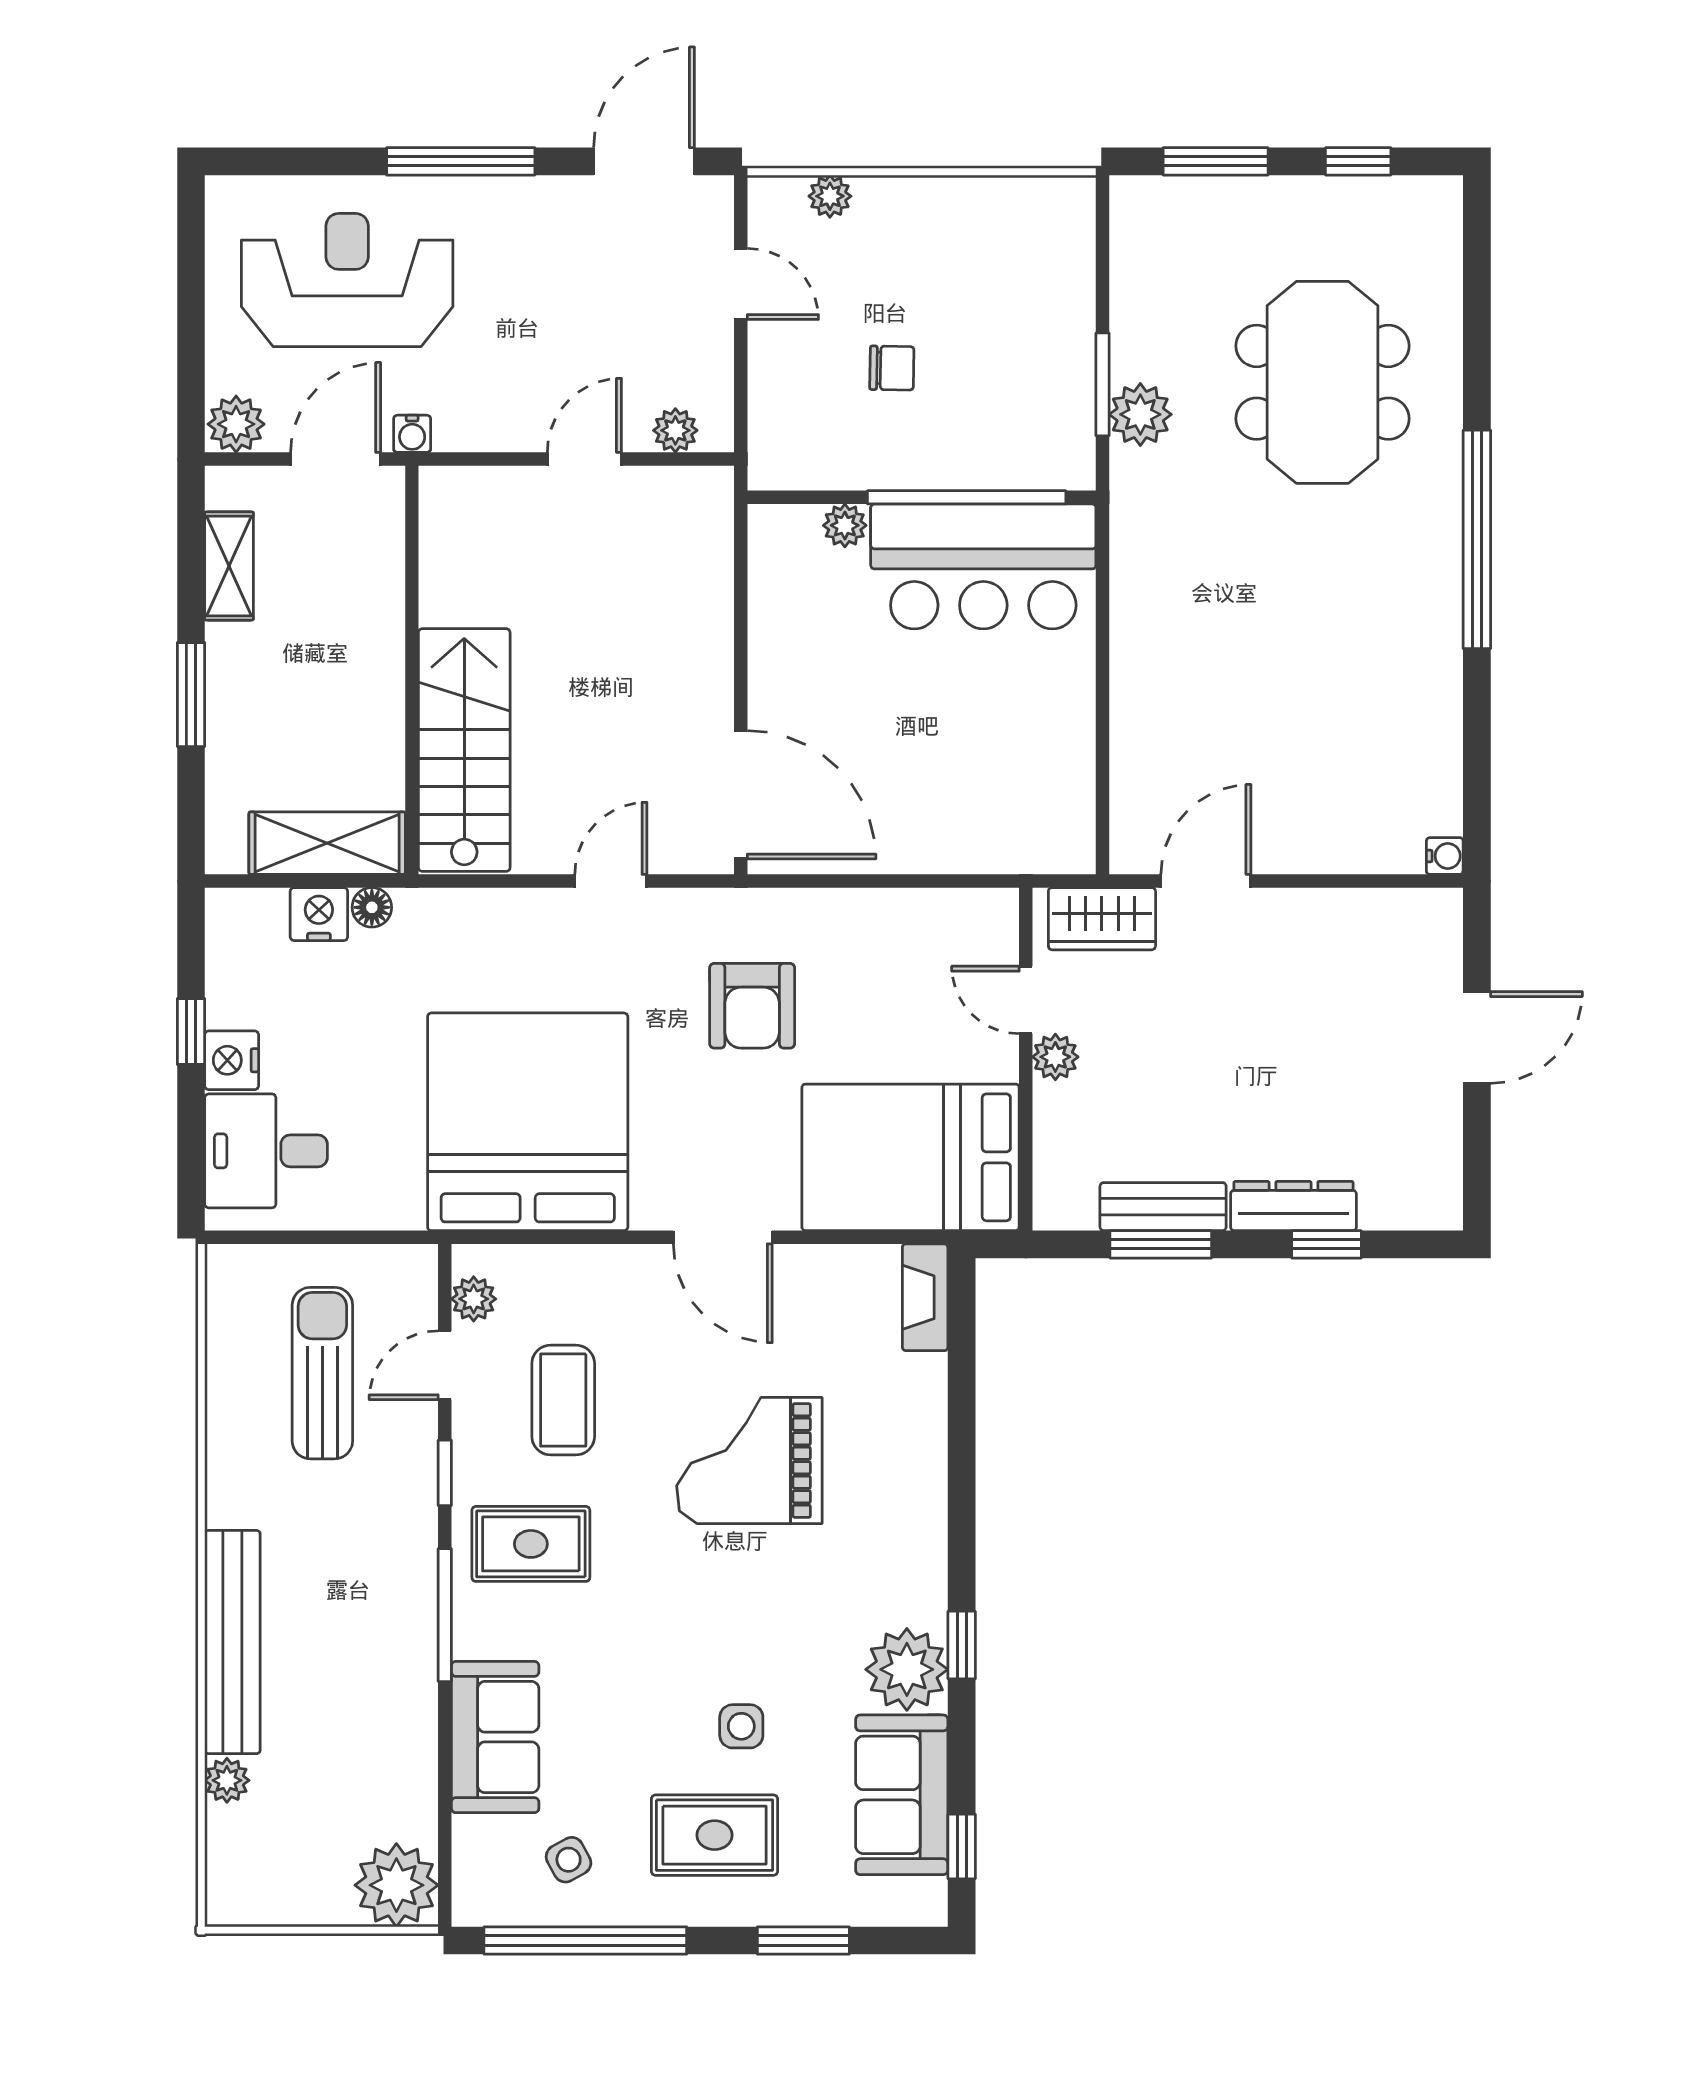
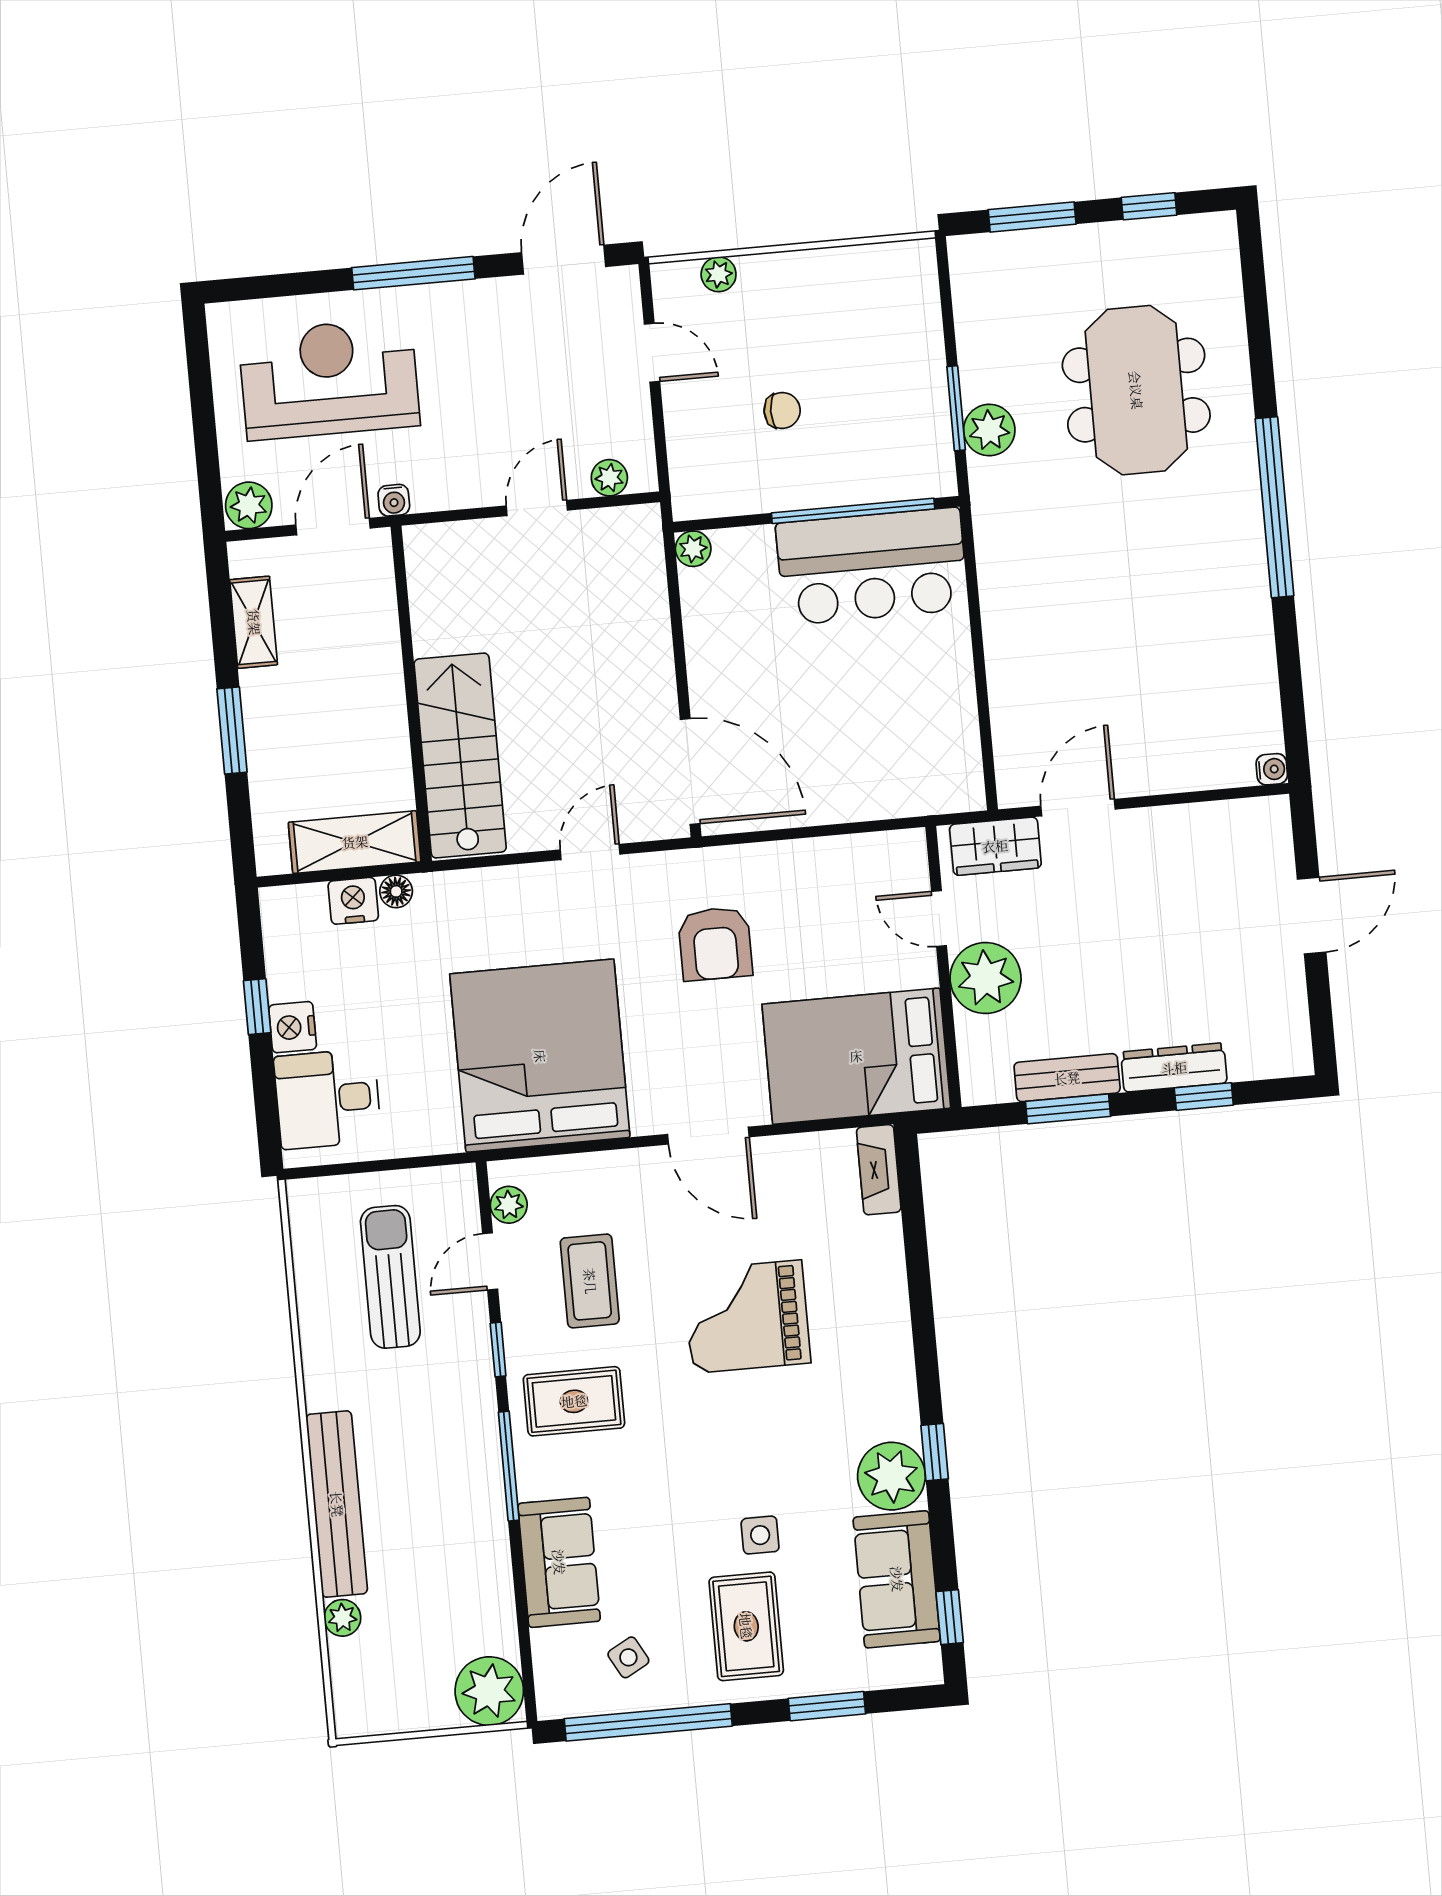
plant: (845, 525) -> (693, 549), moved
plant: (1055, 1057) -> (986, 978), width x1.88, depth x1.88
rug: (714, 1835) -> (746, 1626), turned 90

